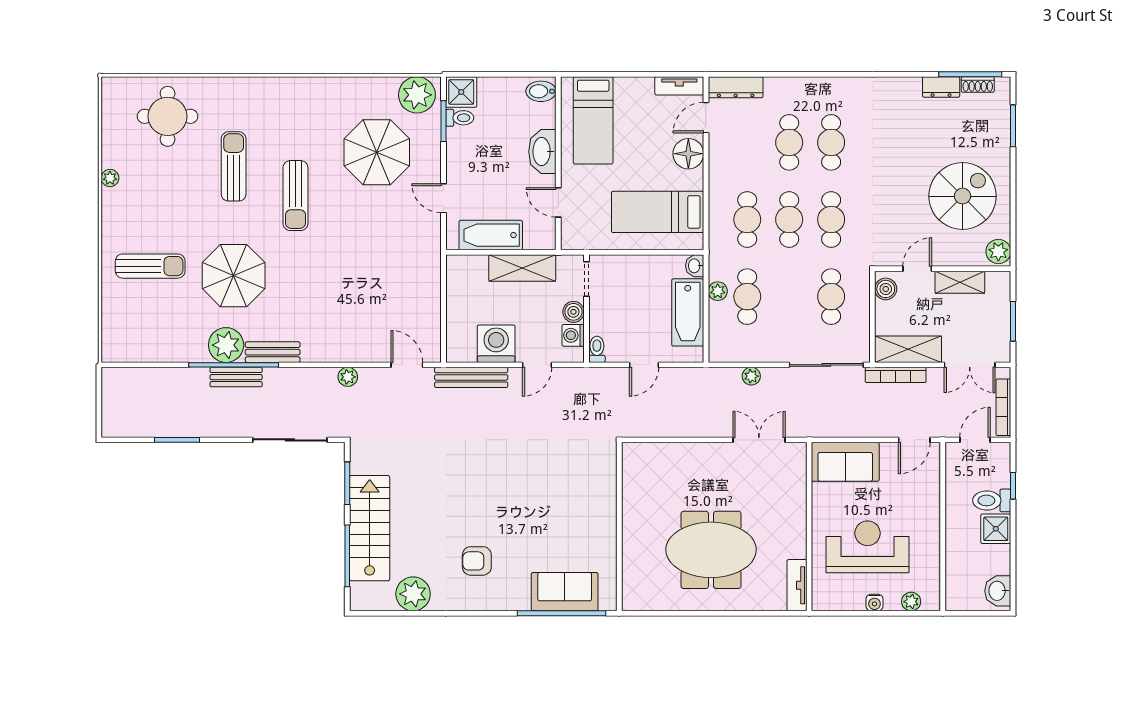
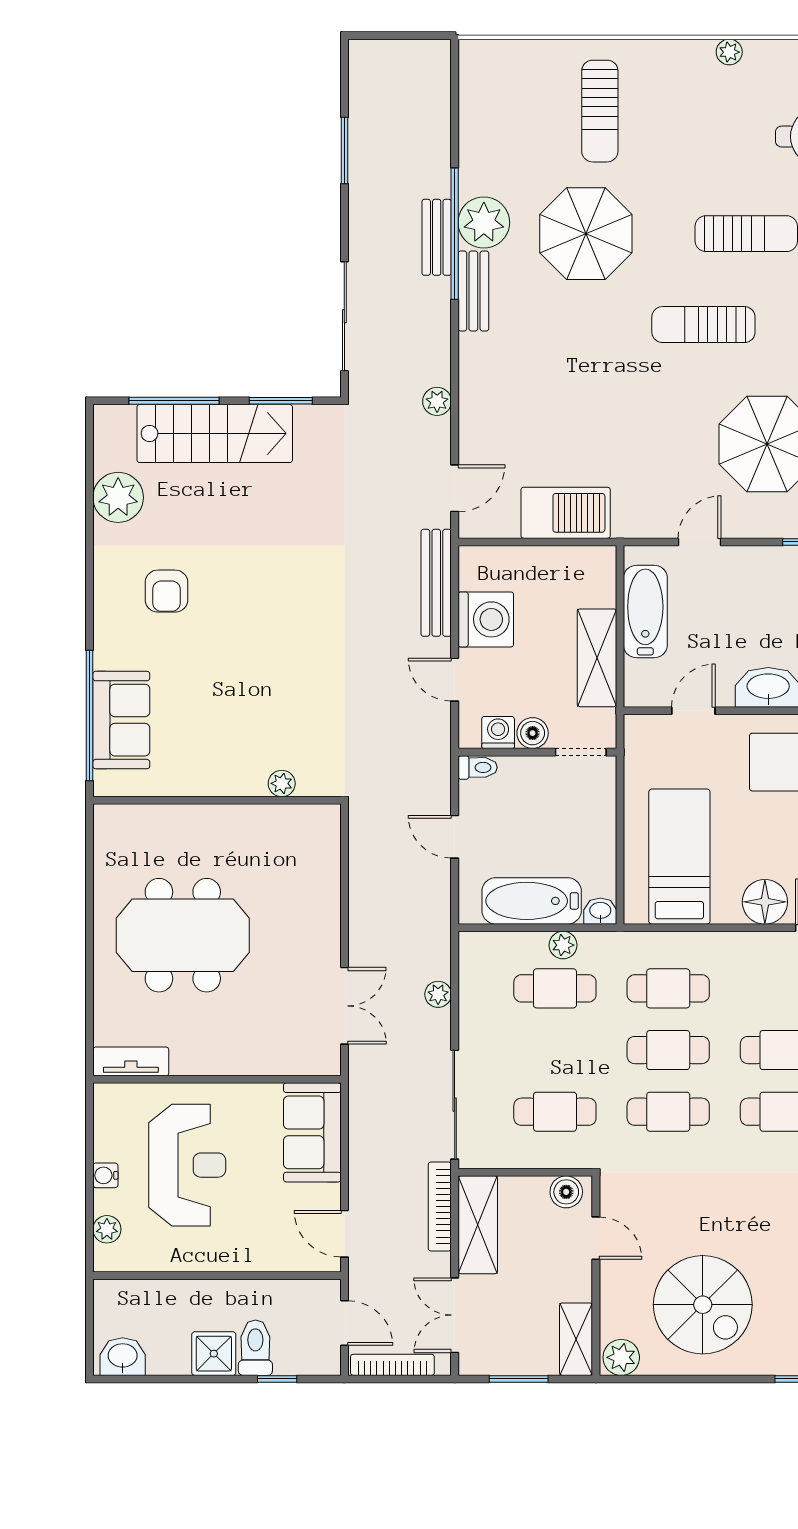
shelving: (960, 282) -> (576, 1339), moved
barbecue: (424, 289) -> (566, 513), added
plant: (608, 483) -> (282, 783), added
meeting table: (711, 550) -> (183, 935), turned 90
armchair: (477, 561) -> (166, 591), turned 180

